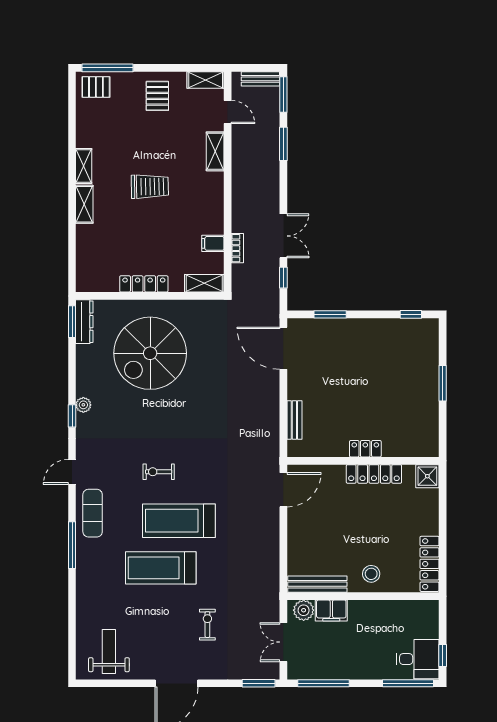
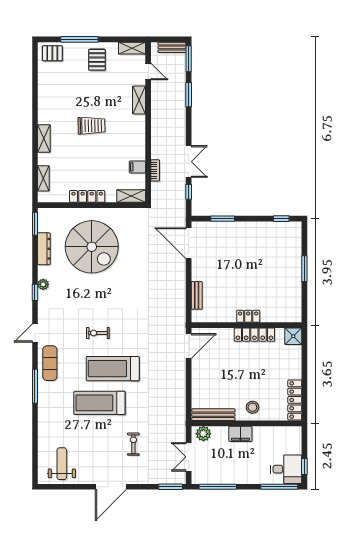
window: (108, 68) -> (79, 39), moved
shelving: (84, 166) -> (43, 178), moved
dresser: (84, 322) -> (44, 249), moved
spiral stairs: (150, 353) -> (92, 247), turned -90
filing cabinet: (331, 610) -> (240, 434), moved

